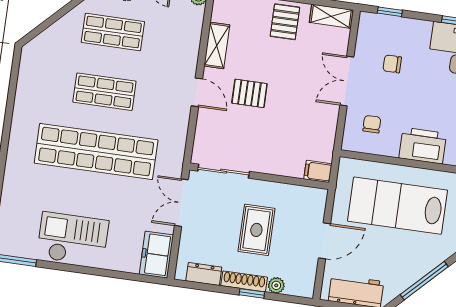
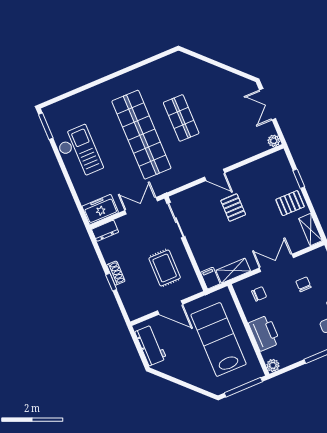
shop shelf: (113, 32) -> (221, 101), removed
shelving: (217, 45) -> (233, 271), moved
door: (197, 92) -> (215, 175), hinge flipped
rug: (256, 230) -> (165, 268), moved, turned 90
dresser: (204, 274) -> (105, 231), moved, turned 90
shoe rack: (244, 281) -> (116, 273), width x0.70
window: (424, 281) -> (182, 383), removed
plant: (276, 285) -> (125, 294), removed

